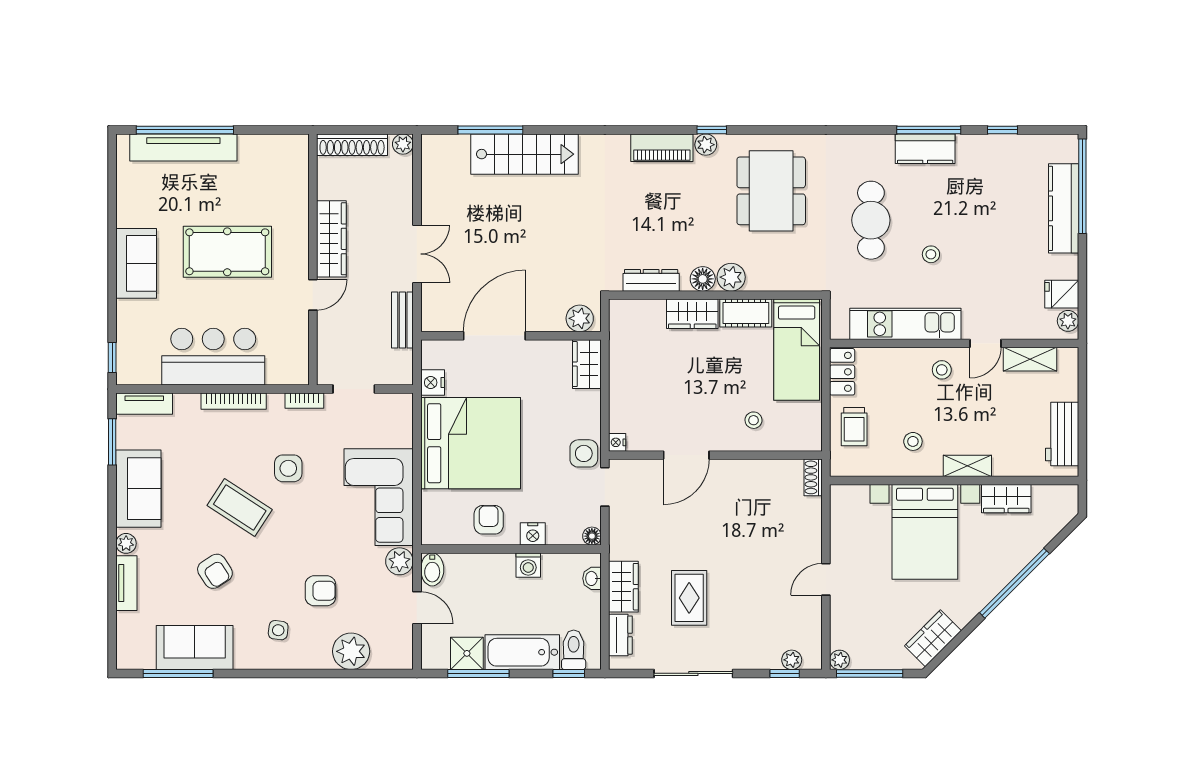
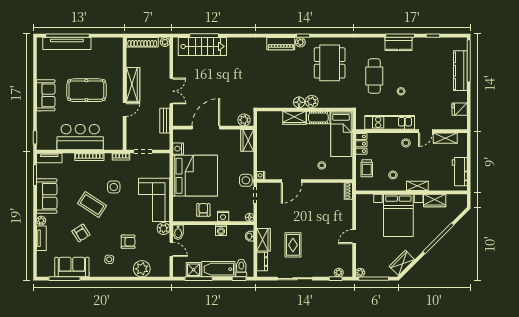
stairs: (525, 154) -> (202, 46), moved
dresser: (651, 280) -> (276, 103), removed
plant: (1068, 321) -> (462, 121), removed

